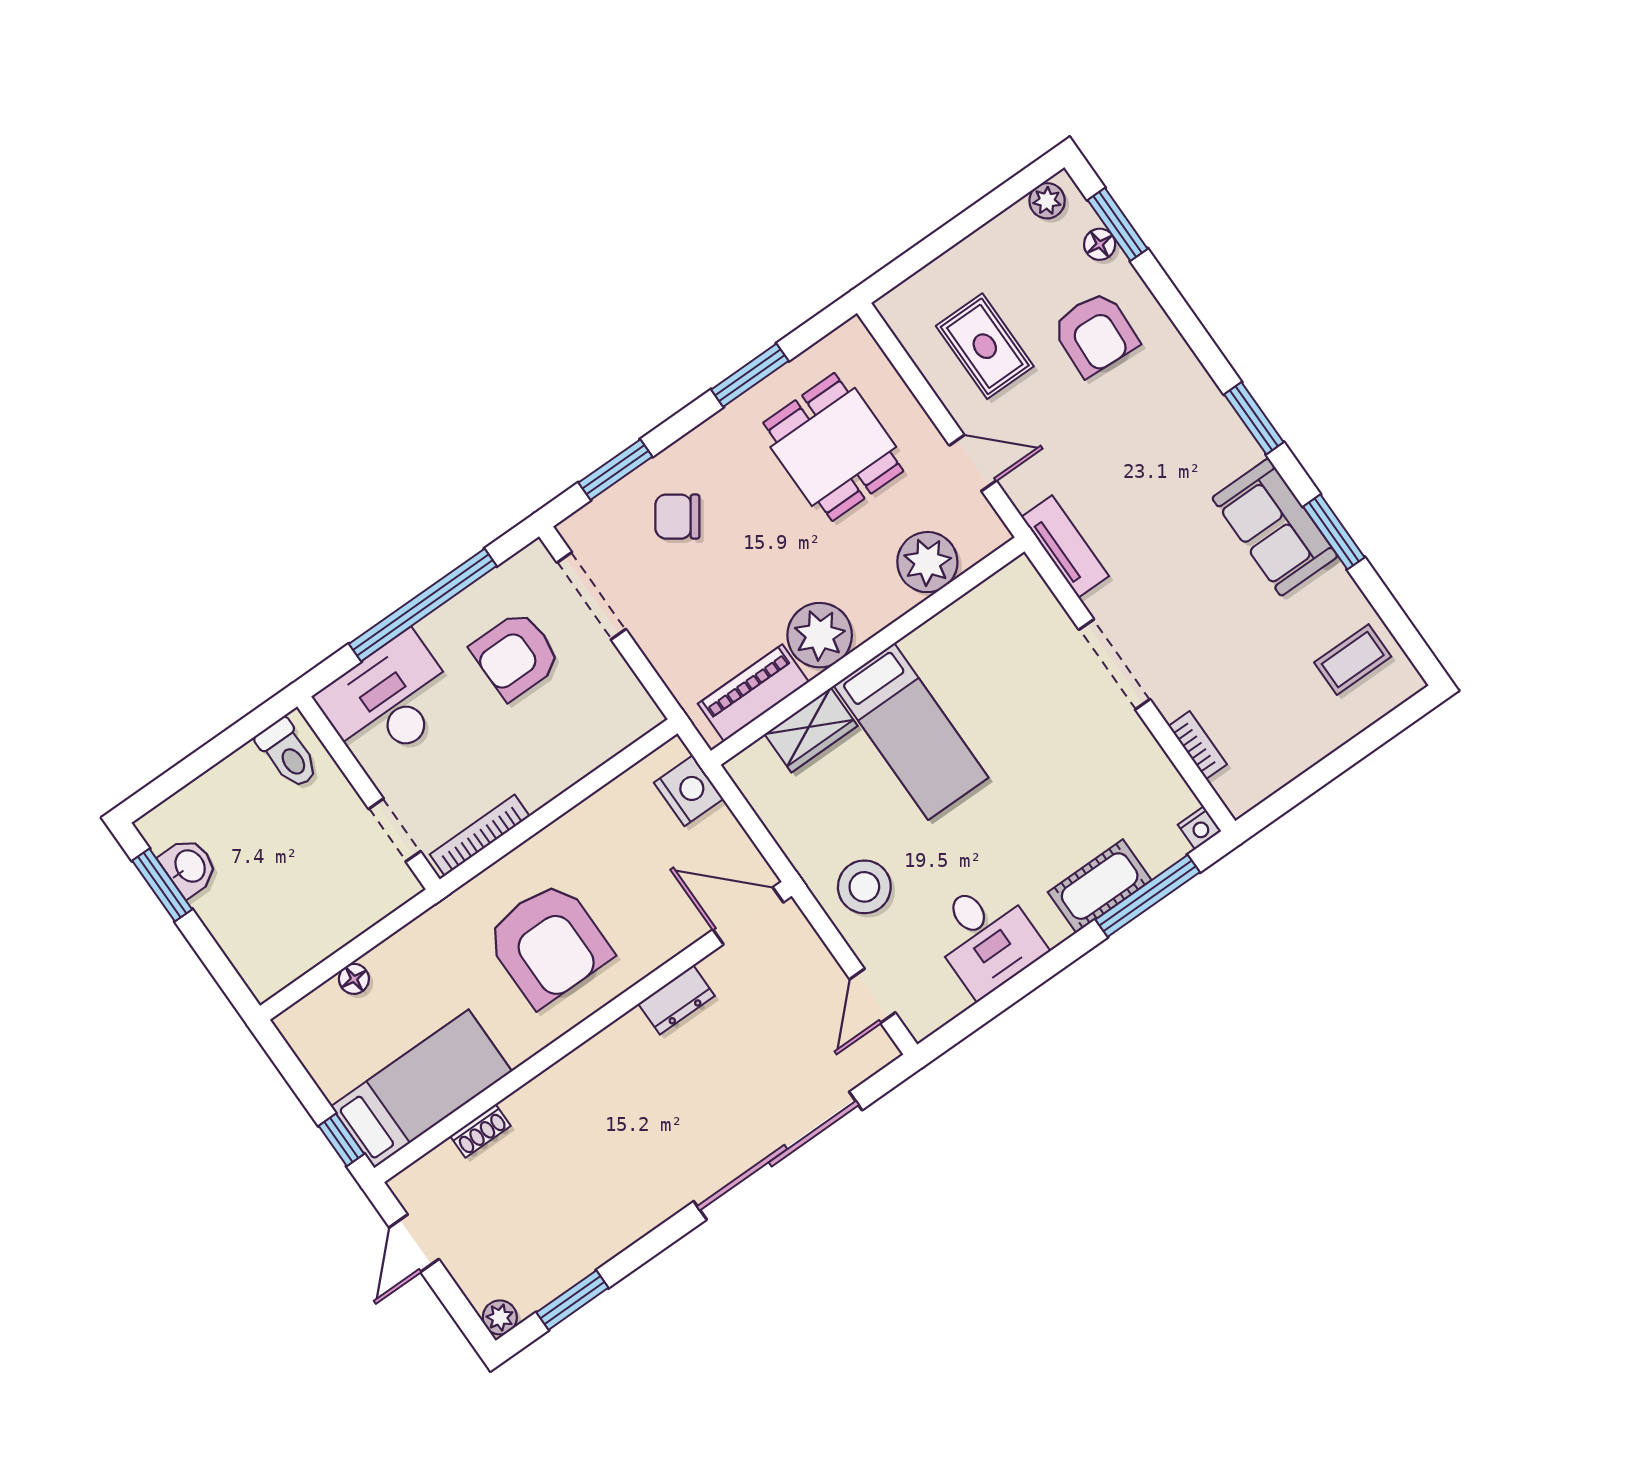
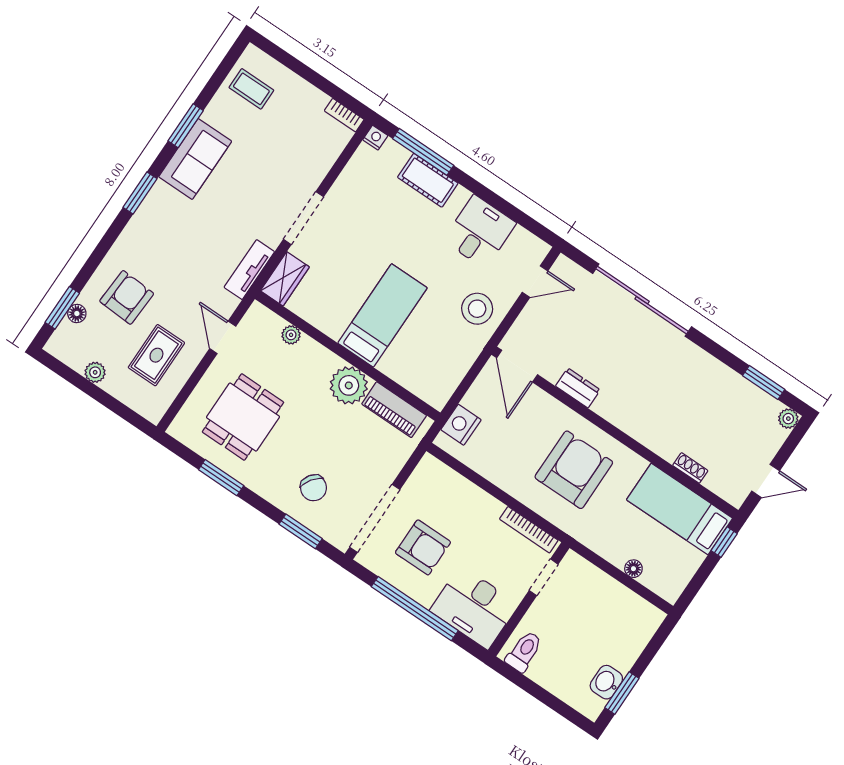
plant: (1047, 201) -> (95, 372), moved
plant: (927, 562) -> (291, 335), width x0.53, depth x0.53
doorway: (591, 596) -> (375, 518), width x1.36
wardrobe: (811, 730) -> (285, 279), moved, turned 90
bookcase: (1198, 745) -> (344, 115), moved, turned -90

